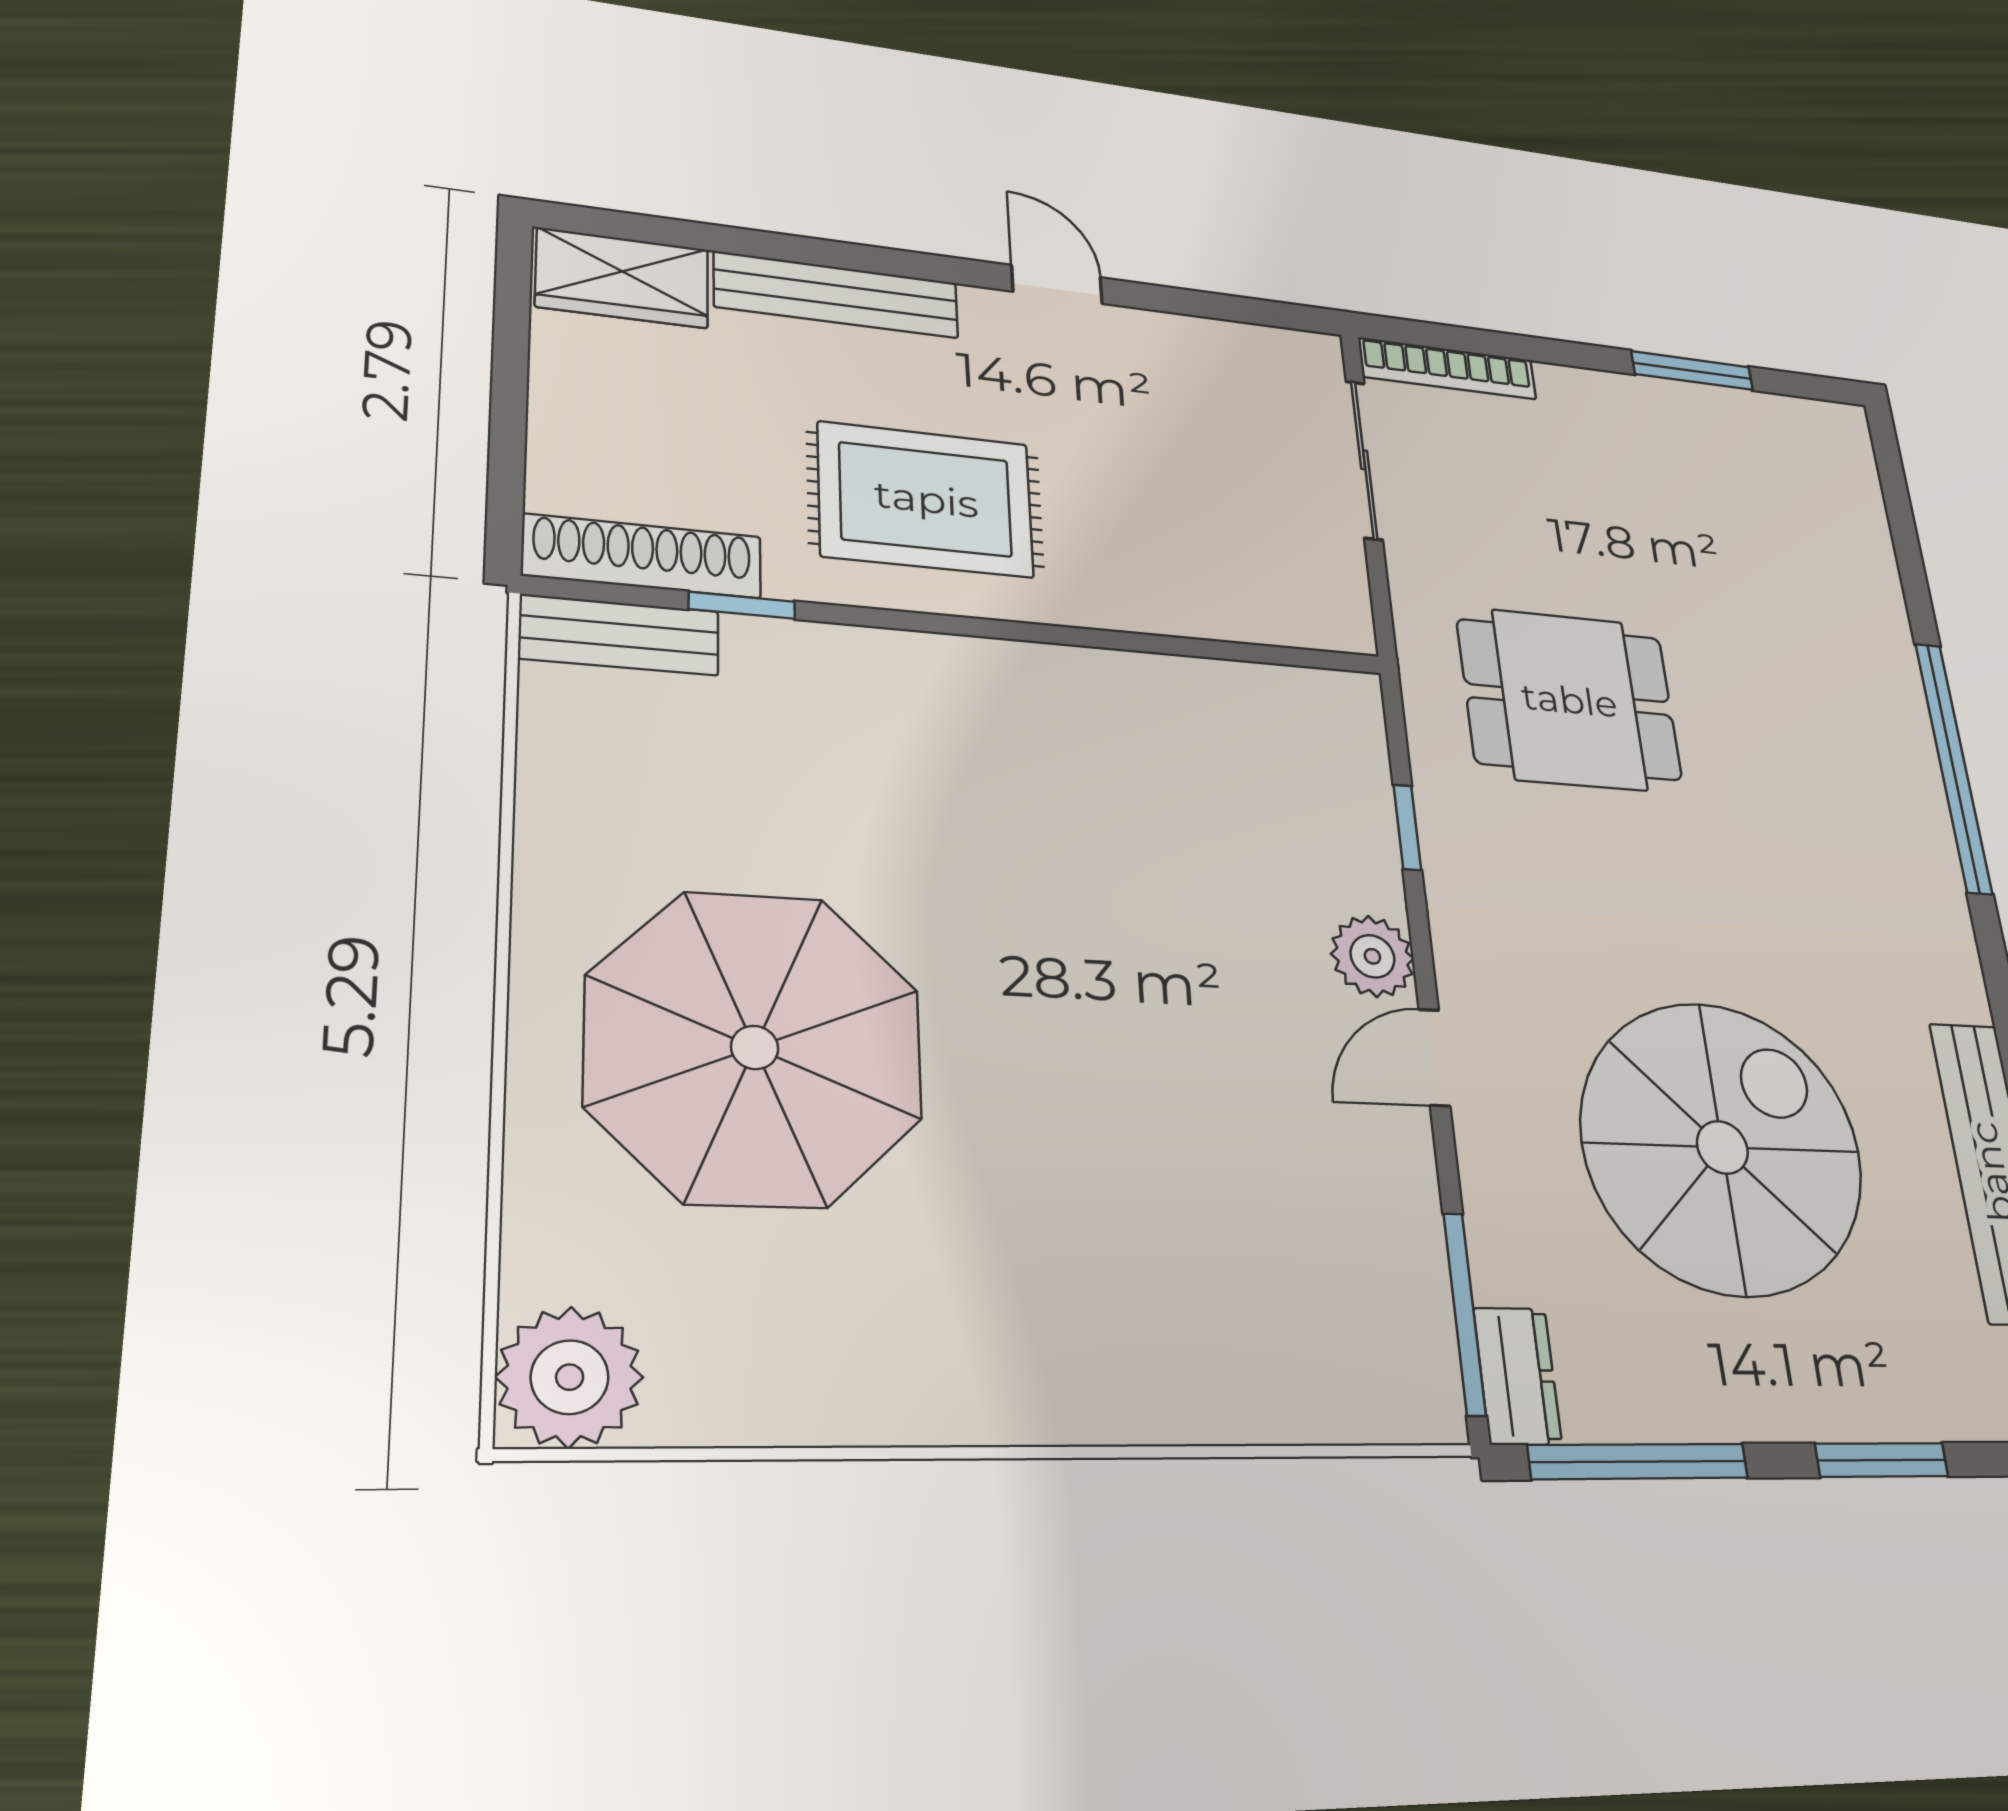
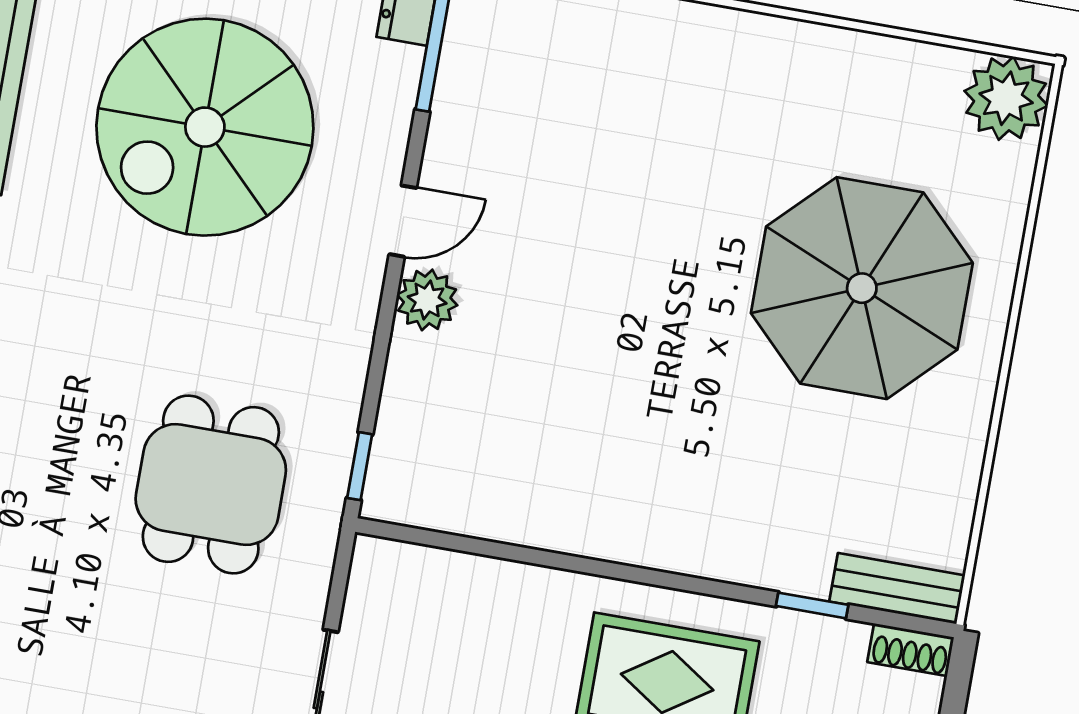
shoe rack: (642, 556) -> (911, 650), width x0.51, depth x0.81
dining table: (1569, 700) -> (211, 485), turned 90
window: (1407, 827) -> (360, 466), moved

